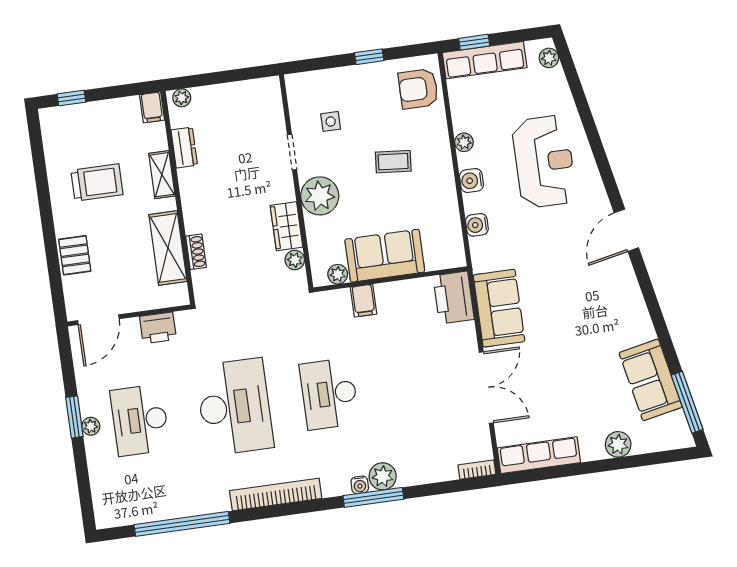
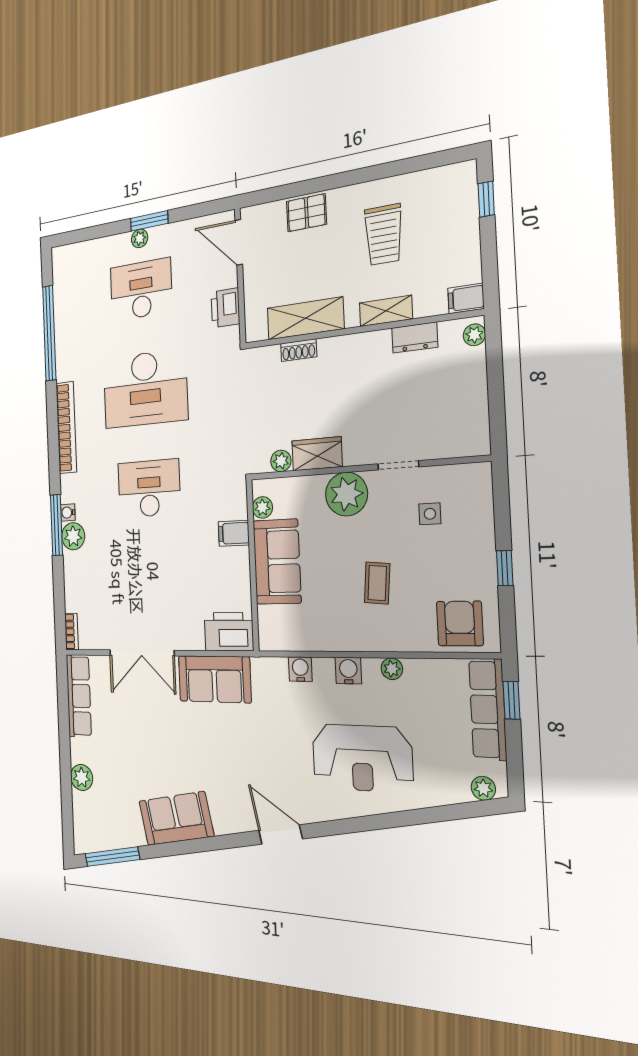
sofa: (651, 380) -> (176, 818), moved

